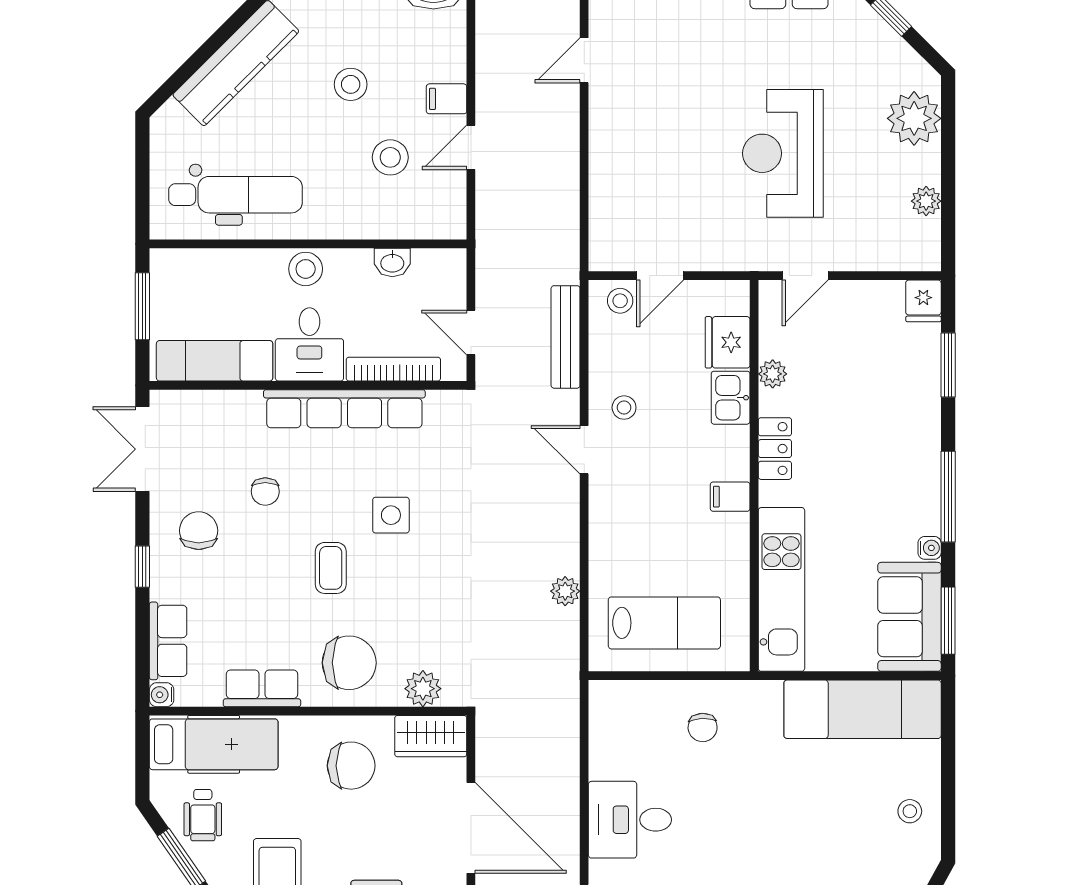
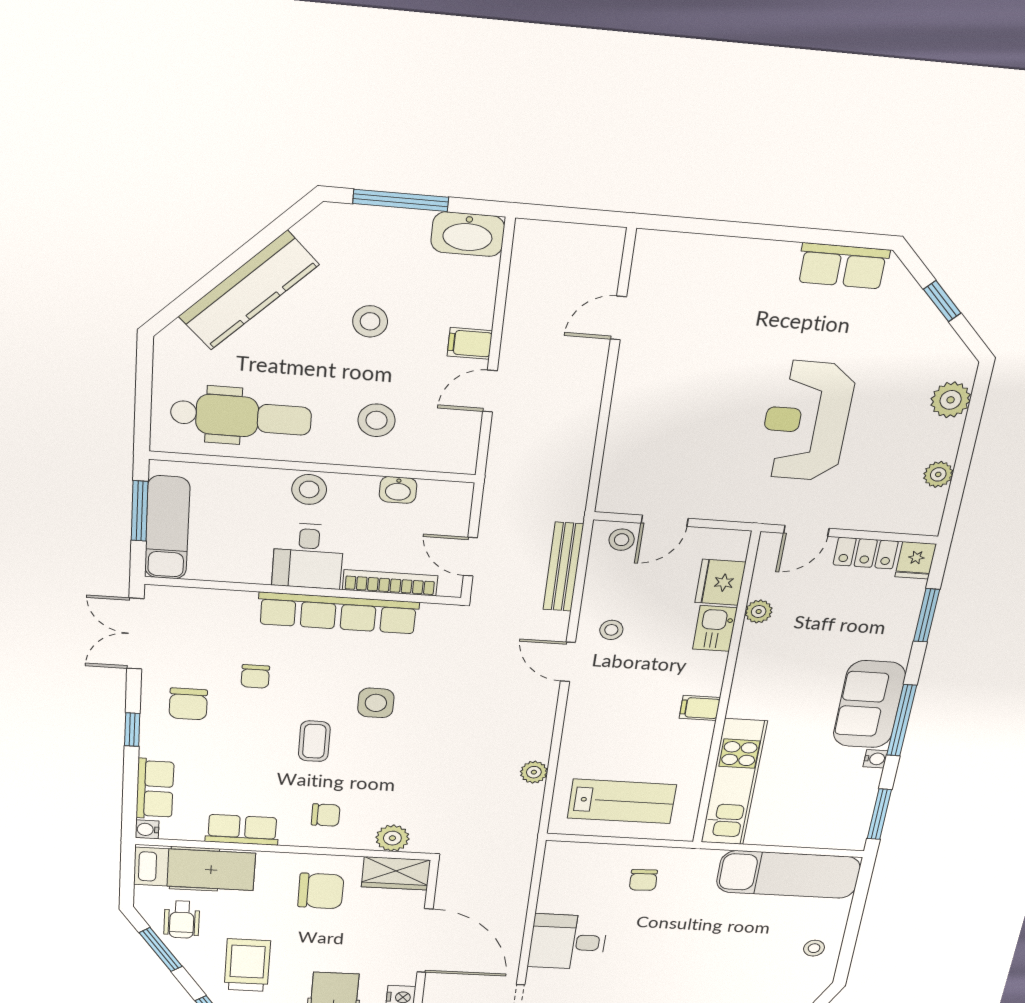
plant: (914, 118) -> (951, 400), width x0.73, depth x0.73
stool: (390, 157) -> (377, 420), moved
exam couch: (215, 361) -> (167, 528), moved, turned 90
locker: (775, 449) -> (866, 553), moved, turned 90
chair: (199, 531) -> (188, 704), turned 180
sofa: (909, 617) -> (869, 704), moved
chair: (349, 663) -> (326, 815), width x0.54, depth x0.54

